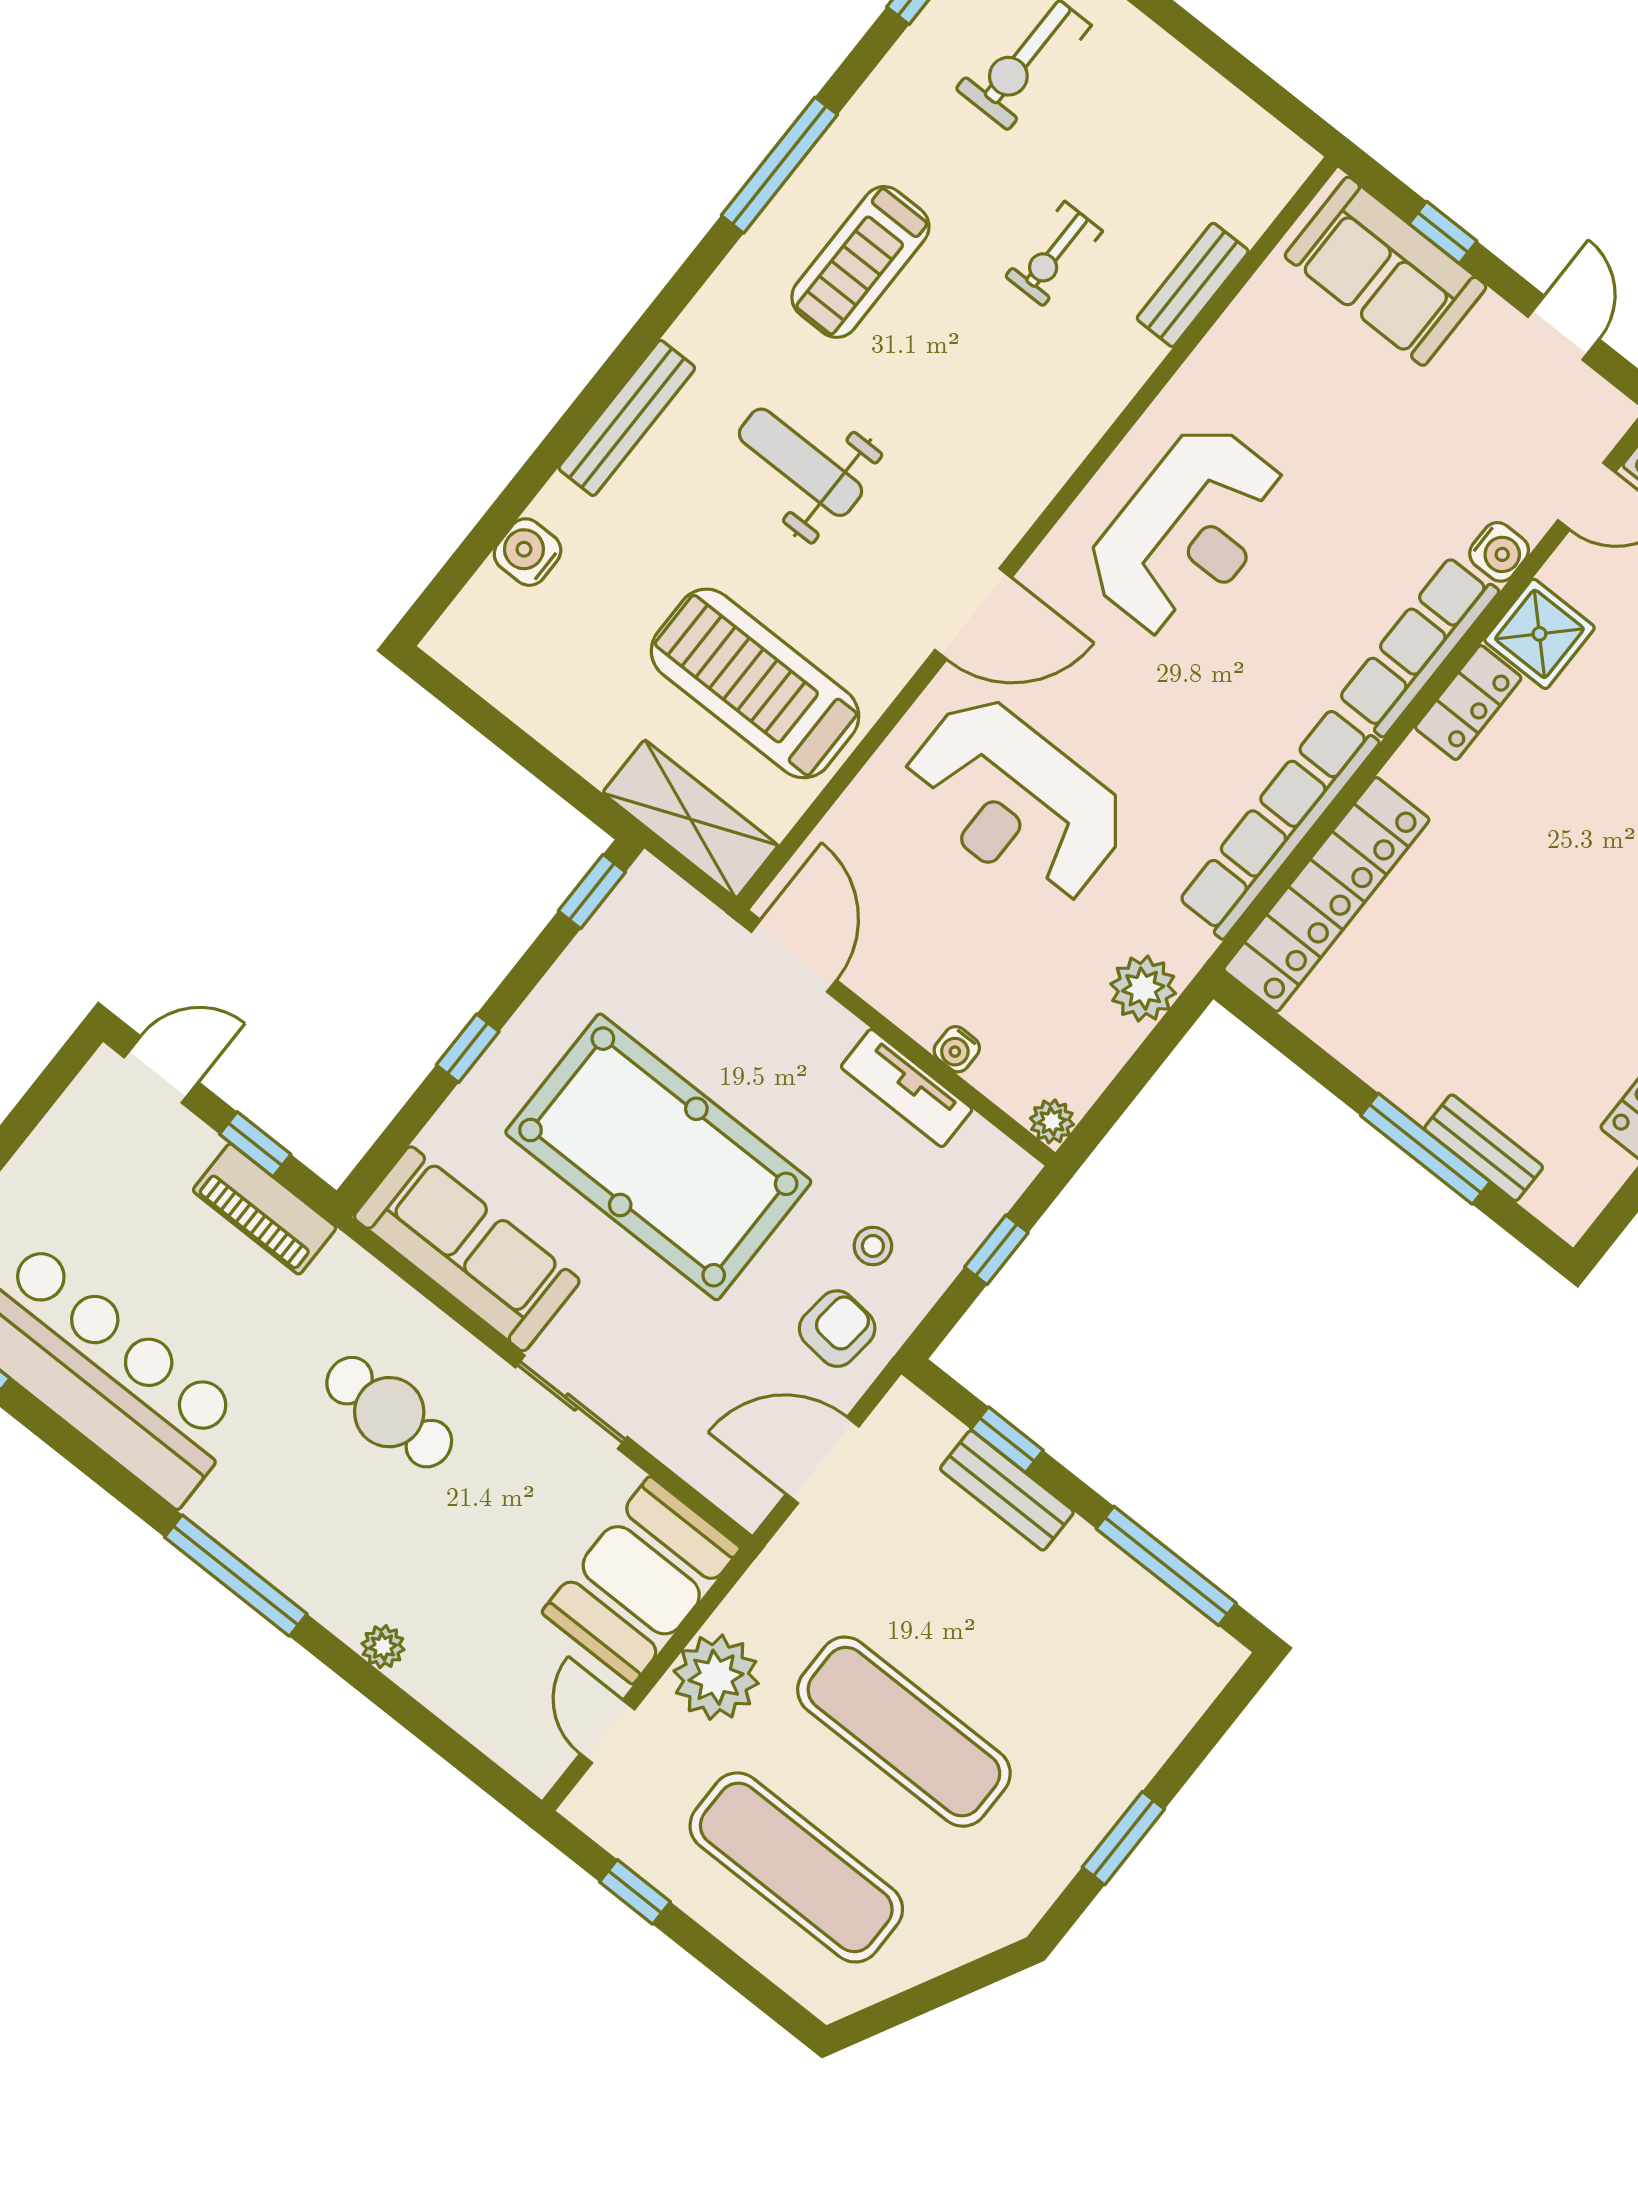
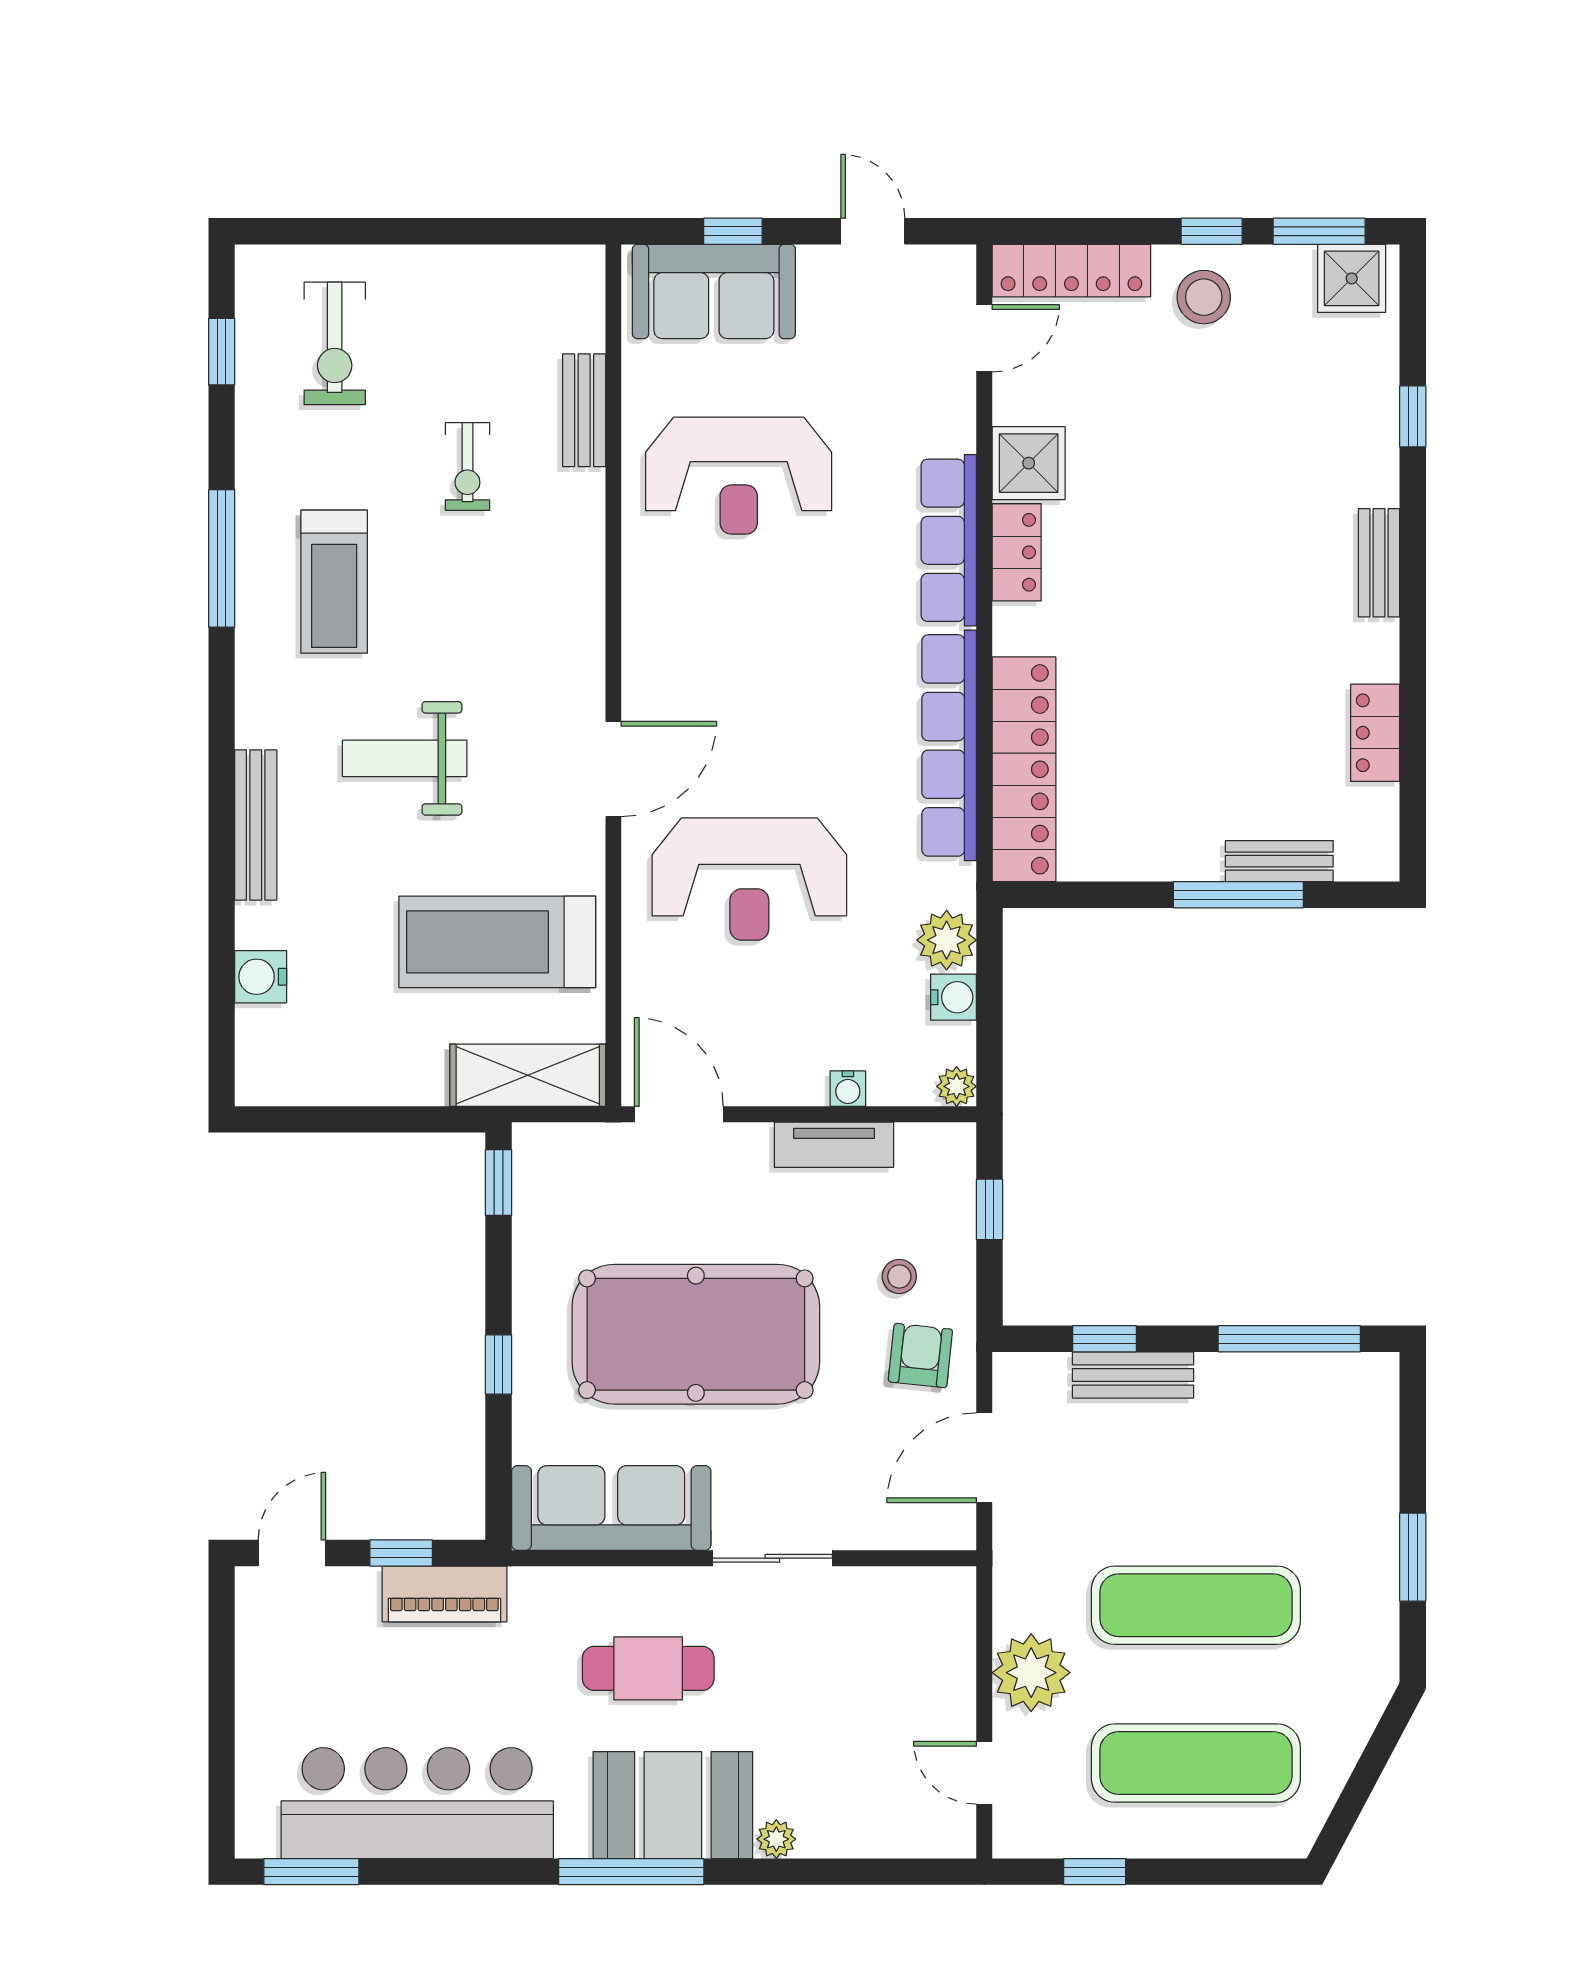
reception desk: (1188, 531) -> (739, 476), moved, turned 90
water cooler: (1499, 552) -> (954, 997), moved
booth: (641, 1580) -> (673, 1805), moved, turned 90

